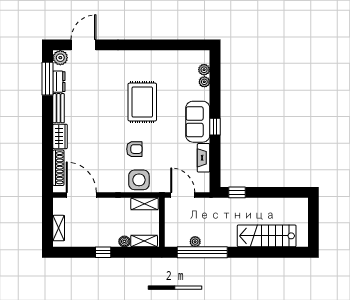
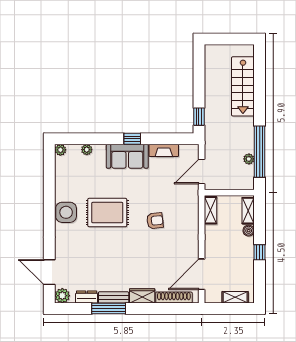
plant: (204, 70) -> (60, 150), moved
window: (48, 79) -> (109, 309), moved
armchair: (134, 149) -> (155, 221), turned 84
side table: (139, 180) -> (66, 212), moved

